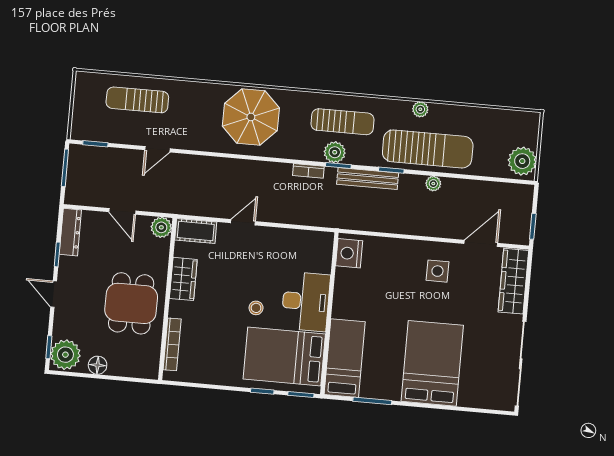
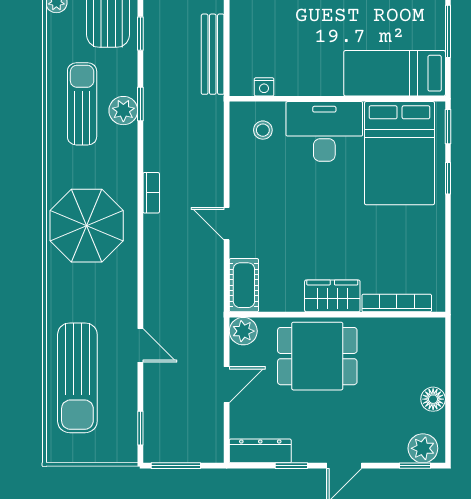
sun lounger: (137, 100) -> (77, 378), width x1.36, depth x1.34
bookcase: (308, 171) -> (151, 193), moved
bench: (368, 179) -> (213, 54), moved
nightstand: (349, 253) -> (264, 87), width x0.53, depth x0.56
wardrobe: (183, 279) -> (332, 296), moved
dining table: (131, 303) -> (317, 356), moved
stool: (256, 308) -> (263, 130), moved
plant: (65, 355) -> (423, 448), width x0.73, depth x0.73

